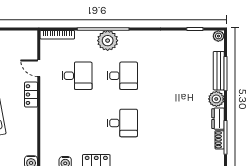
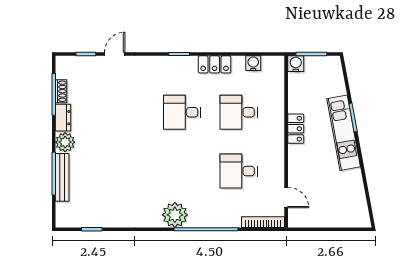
plant: (218, 36) -> (62, 220), removed
plant: (108, 41) -> (175, 215), moved
door: (39, 68) -> (286, 198), moved
desk: (122, 76) -> (239, 112), moved
locker: (31, 95) -> (296, 129), moved

